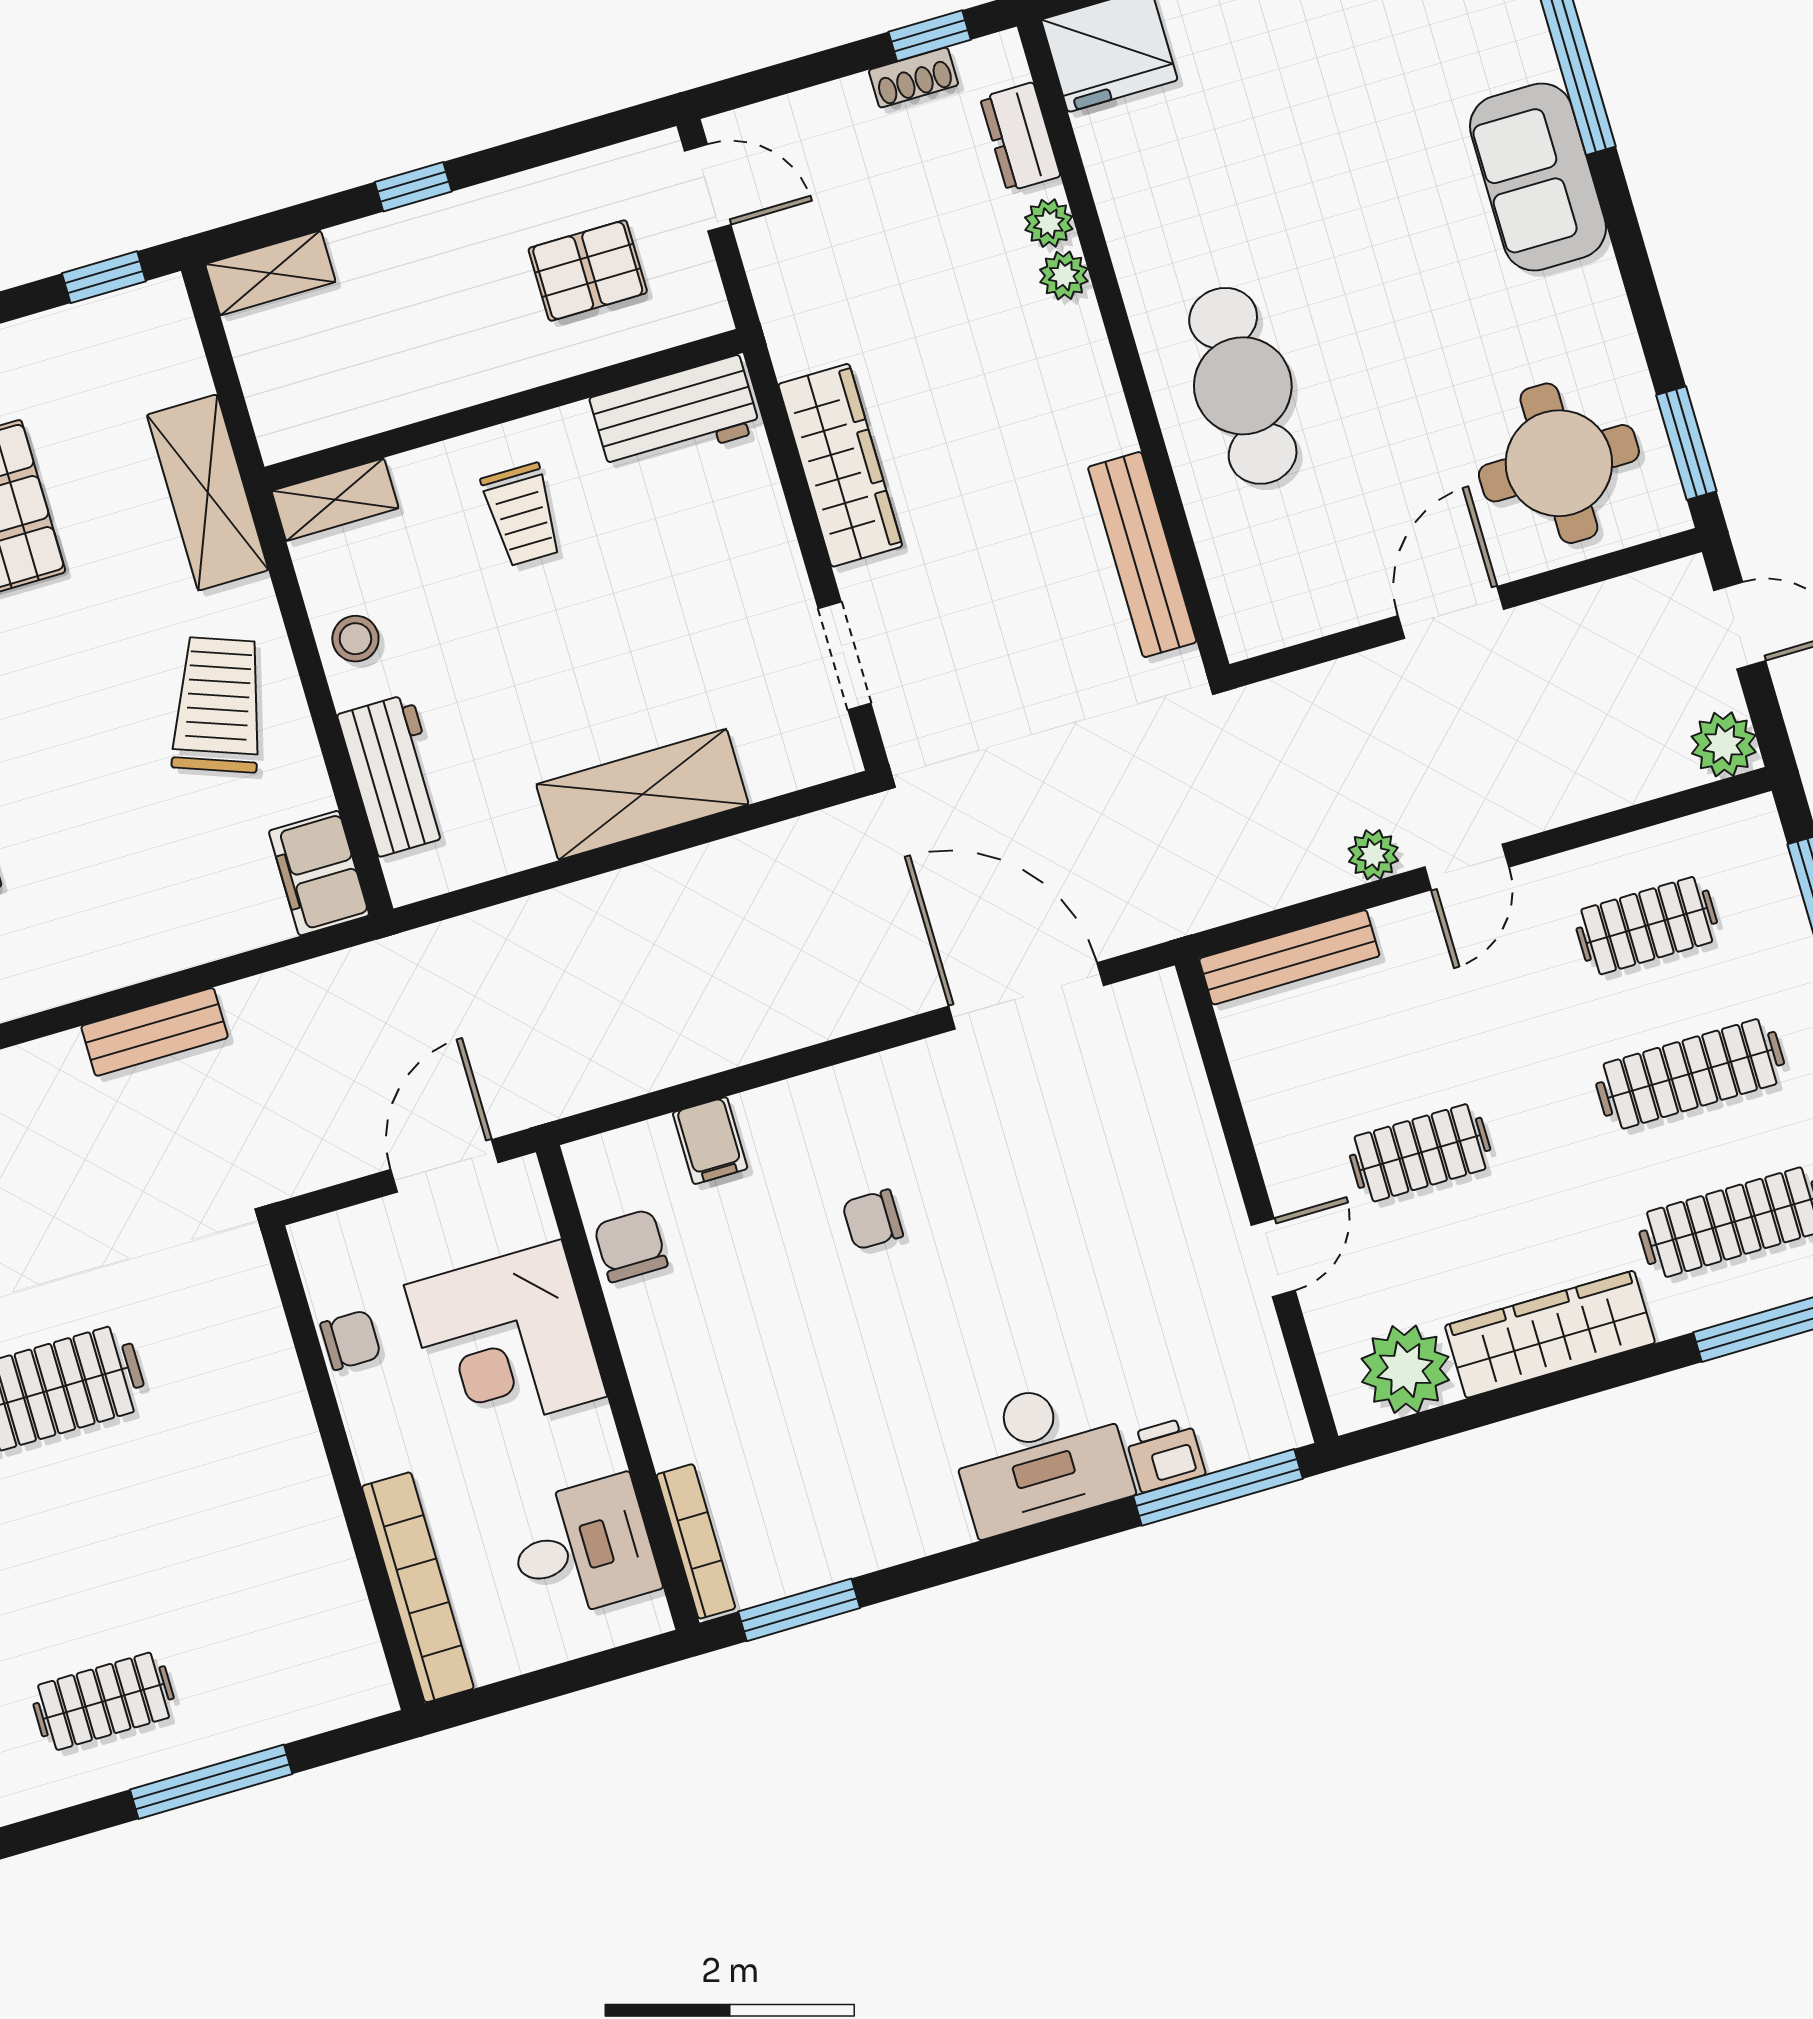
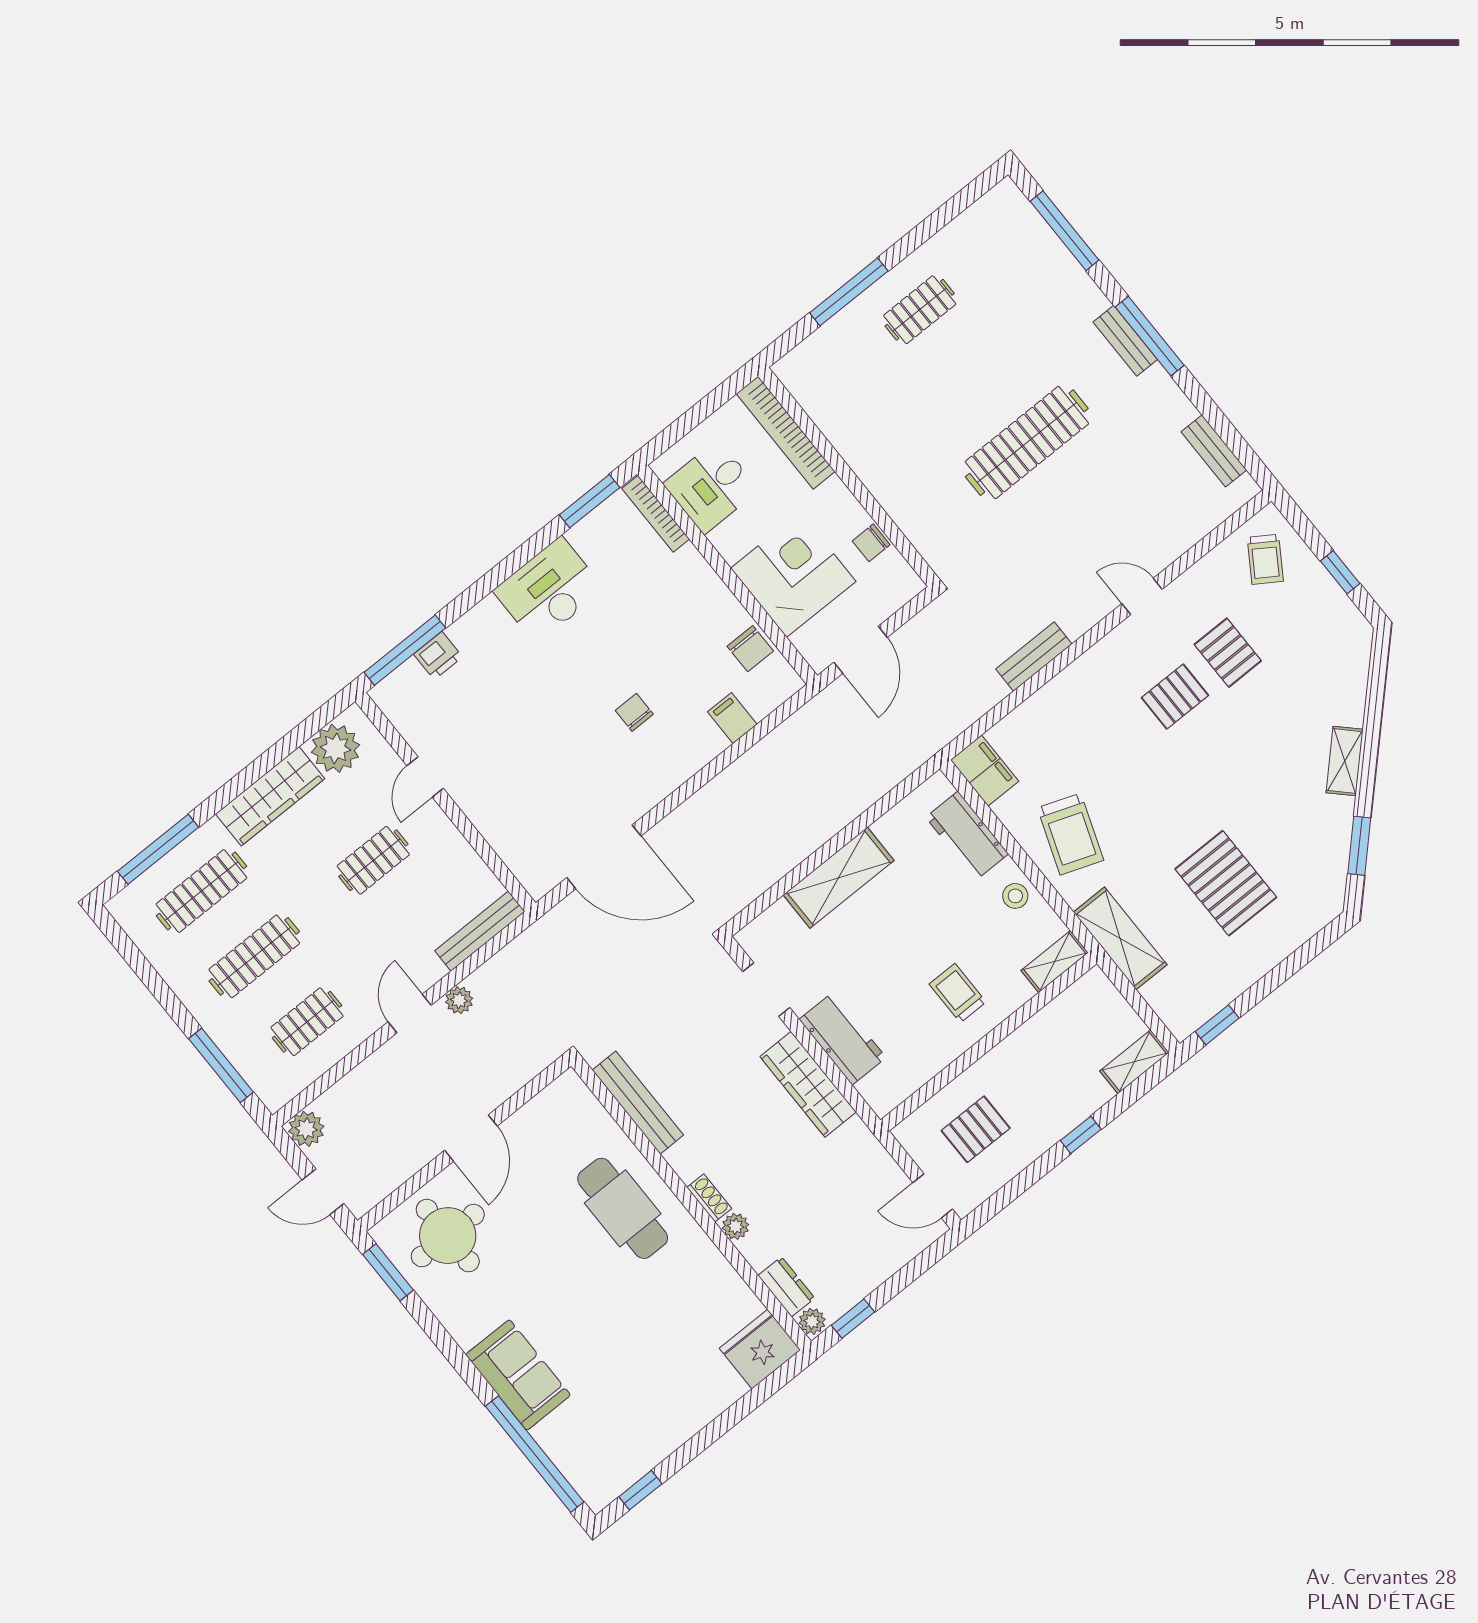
shoe rack: (913, 78) -> (709, 1198), moved, turned 90
plant: (1049, 223) -> (812, 1321), moved
workbench: (675, 415) -> (843, 1038), moved, turned 90
chair: (873, 1220) -> (634, 712), turned -90
desk: (1040, 1456) -> (549, 590), moved

